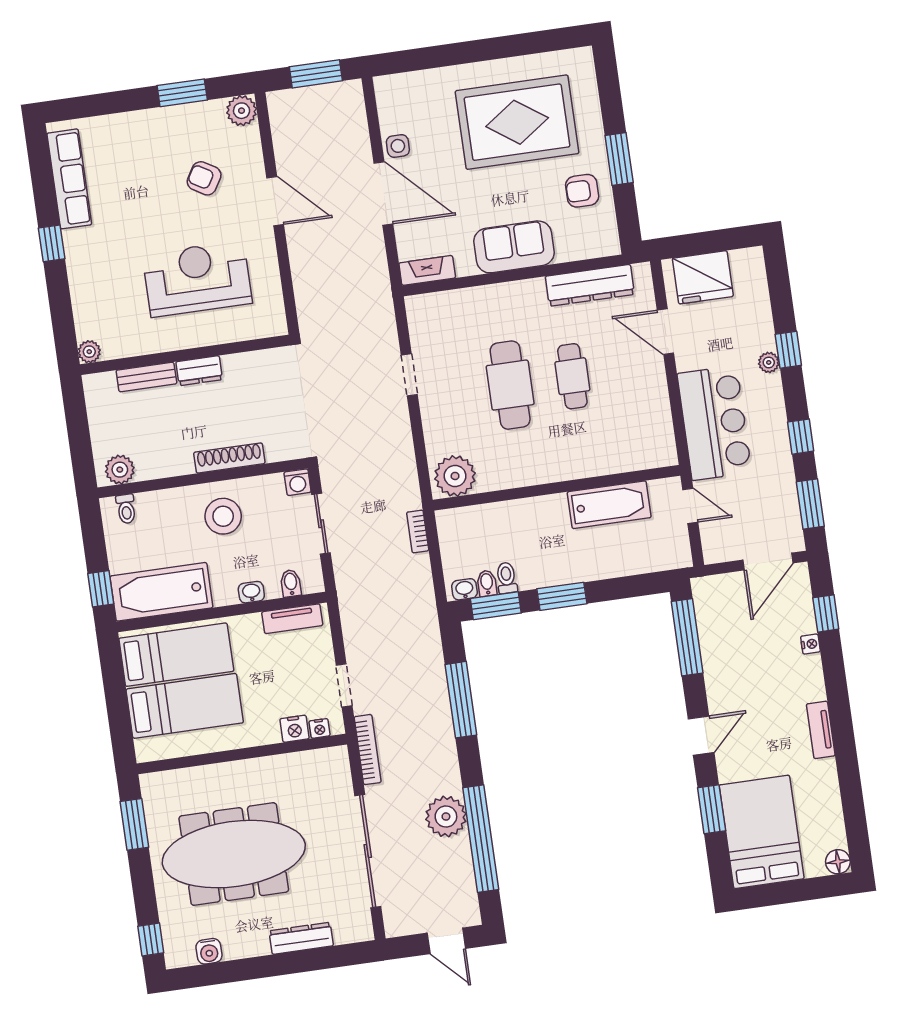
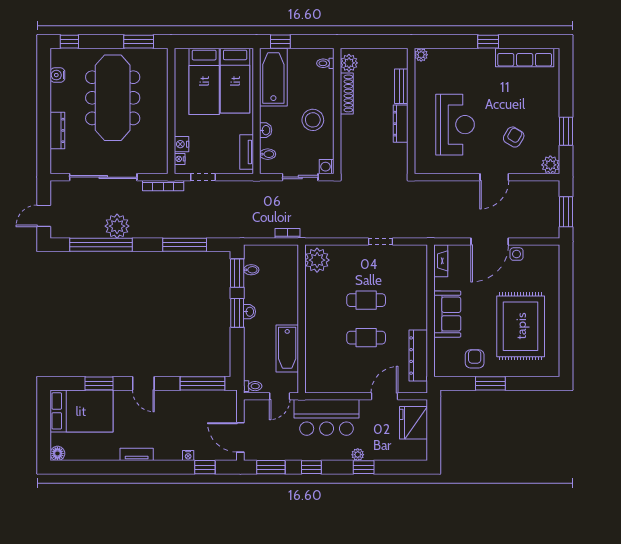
dresser: (199, 371) -> (401, 124), width x1.44
cafe table: (510, 385) -> (366, 300), width x0.73, depth x0.74
shoe rack: (229, 458) -> (347, 93), moved
toilet: (507, 578) -> (253, 386), moved
washbasin: (464, 589) -> (249, 312), moved

